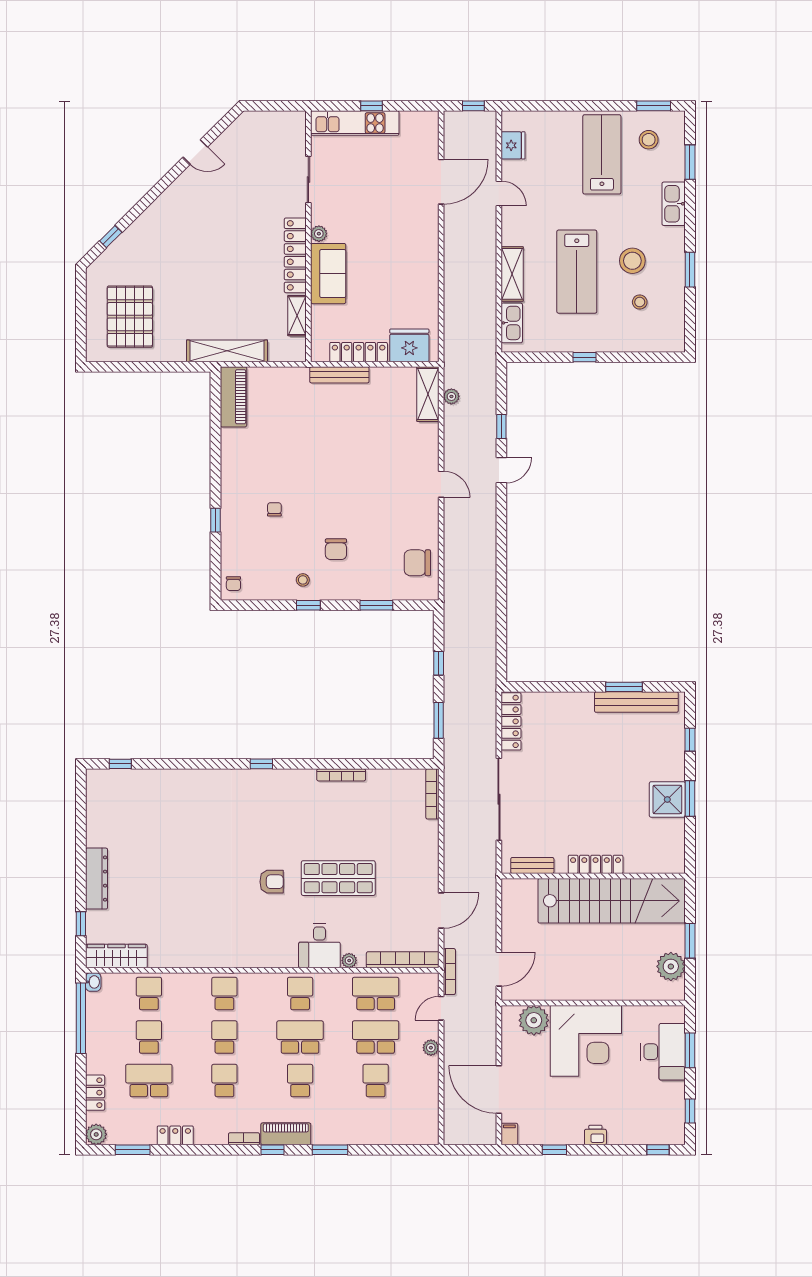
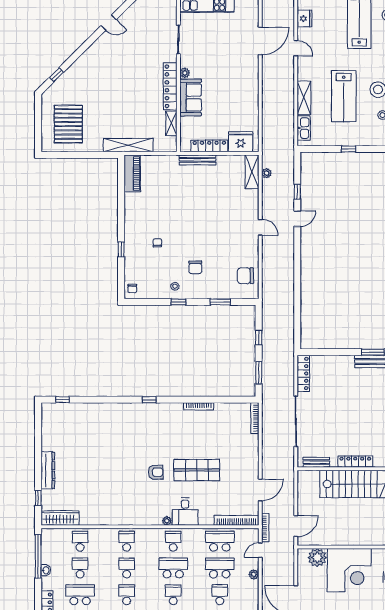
plant: (349, 960) -> (167, 521), moved
washbasin: (93, 982) -> (46, 570), moved

